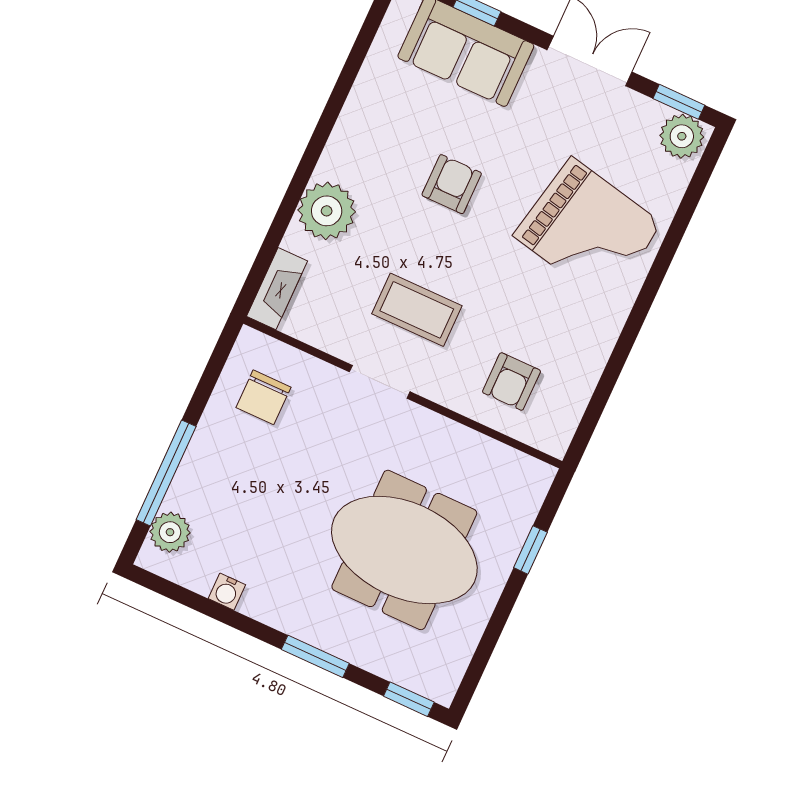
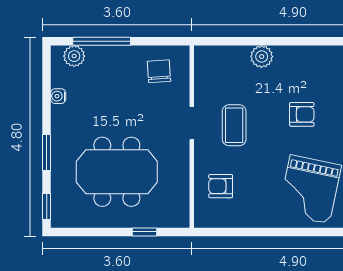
plant: (327, 211) -> (262, 57), width x0.73, depth x0.73
fireplace: (277, 289) -> (214, 54), removed
chair: (263, 397) -> (159, 71), turned 86
meeting table: (404, 550) -> (117, 172), turned 90

